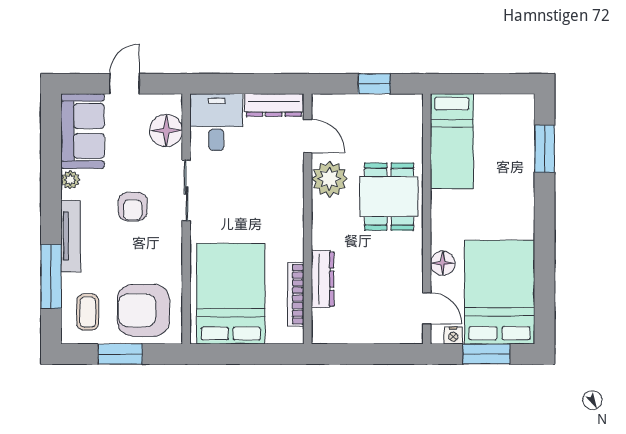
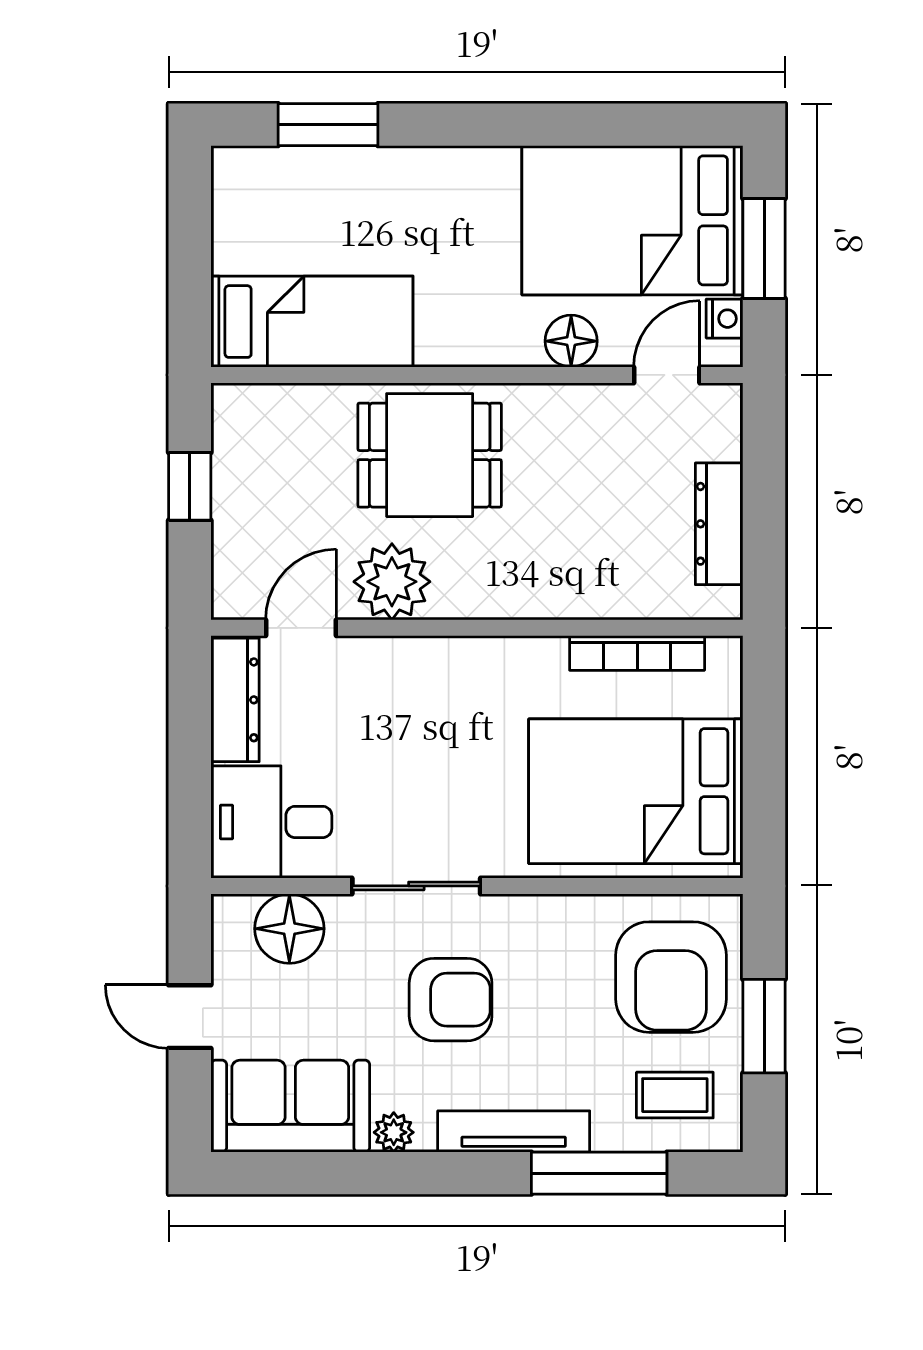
armchair: (133, 206) -> (451, 1000), width x1.38, depth x1.38
dresser: (323, 279) -> (719, 524), moved, turned -90

